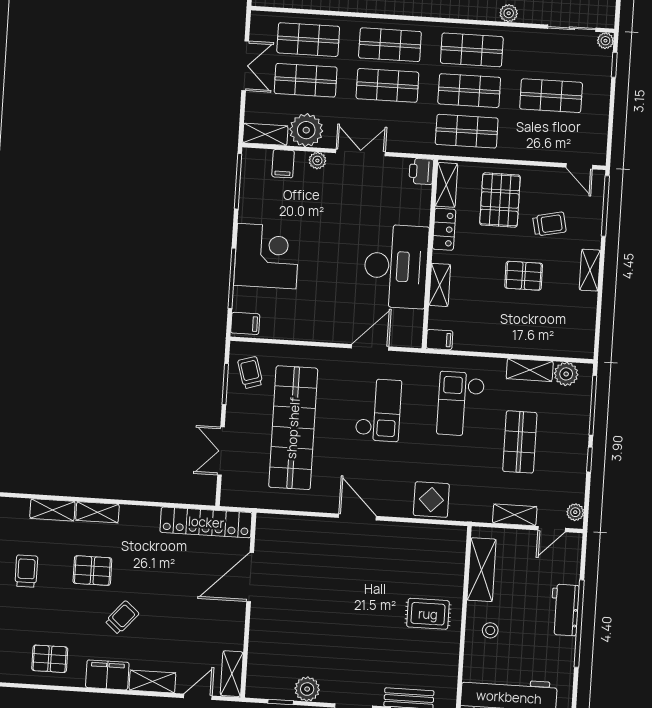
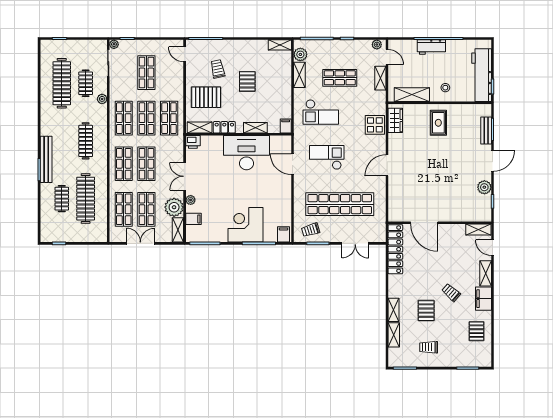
door: (579, 166) -> (185, 54), swing flipped
shelving: (590, 270) -> (280, 45), moved
wardrobe: (437, 537) -> (395, 120), added

